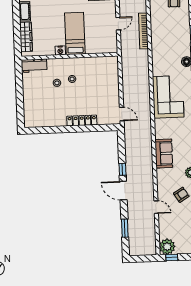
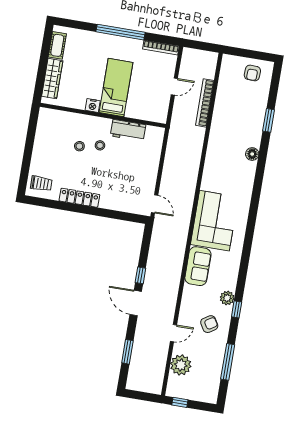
workbench: (34, 66) -> (128, 130), moved
corner sofa: (168, 97) -> (214, 221), moved
trolley: (34, 117) -> (41, 183), added
locker: (82, 120) -> (79, 198), moved
door: (156, 207) -> (173, 333), hinge flipped
plant: (167, 247) -> (181, 365), moved

